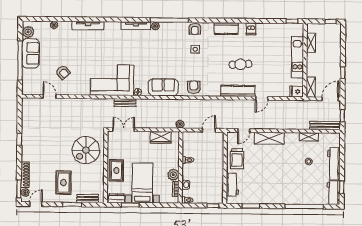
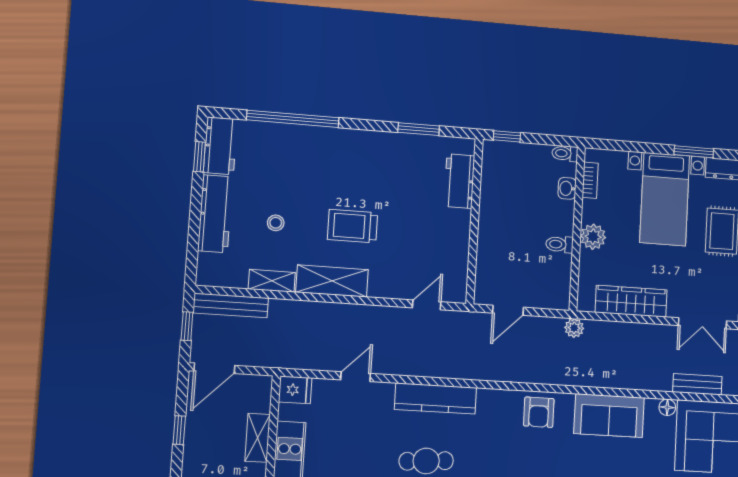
shelving: (311, 87) -> (258, 438), moved
door: (262, 98) -> (356, 377), moved
wardrobe: (161, 137) -> (631, 301), width x1.50
shelving: (269, 138) -> (332, 281), moved
trolley: (237, 159) -> (353, 226), moved, turned -90
plant: (173, 175) -> (593, 237), moved

